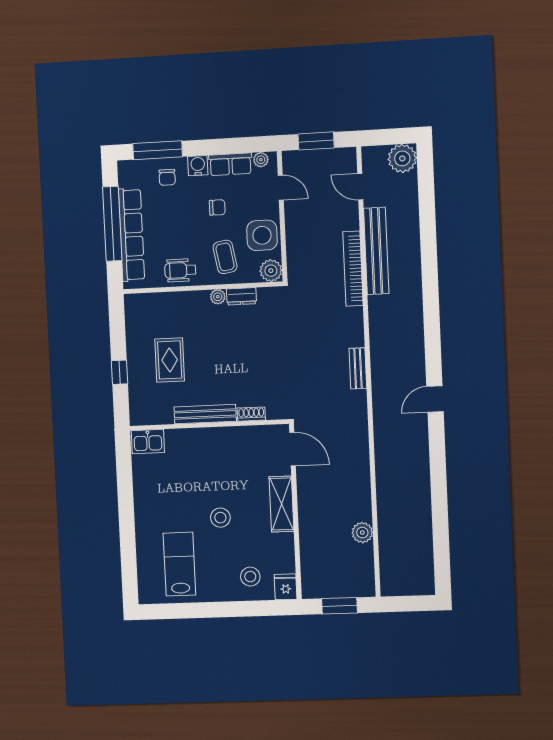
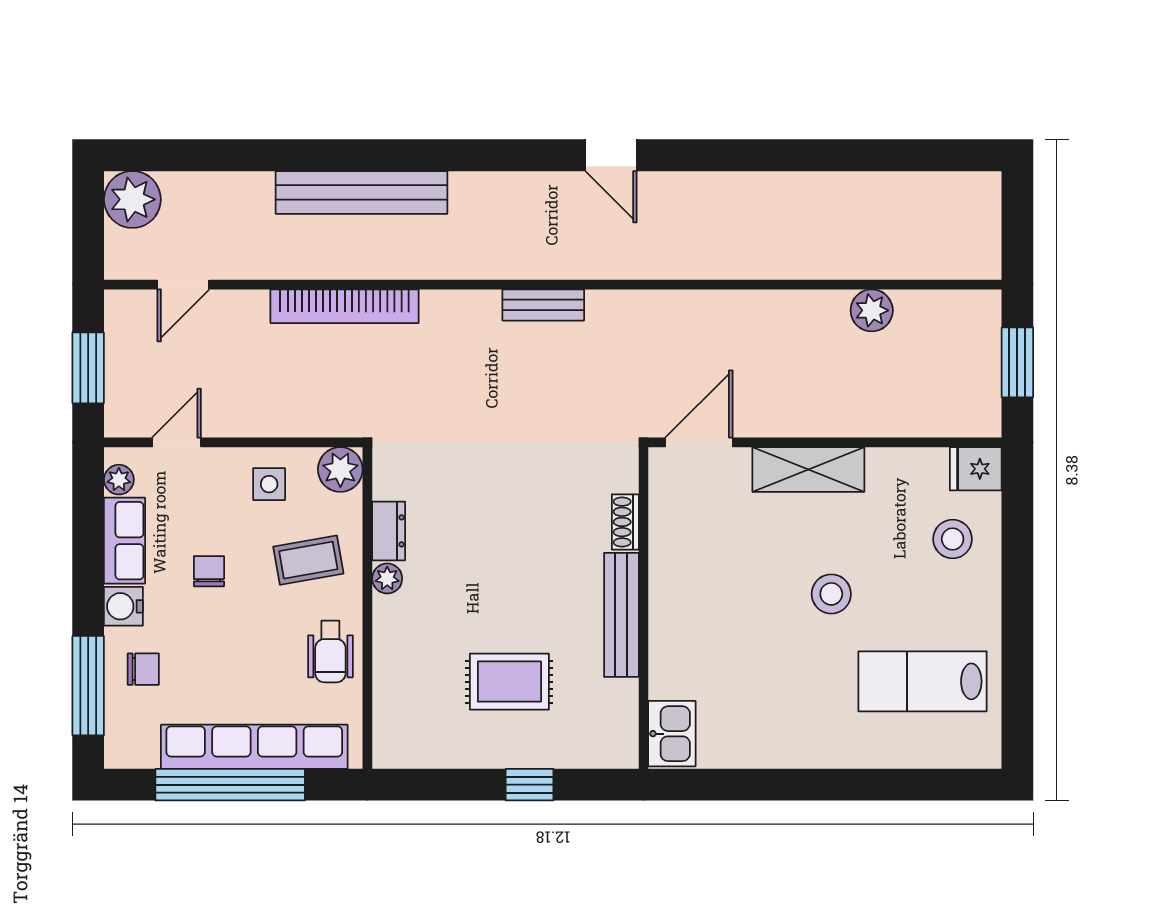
side table: (262, 235) -> (269, 484), width x0.54, depth x0.54
bench: (376, 251) -> (361, 192), moved

